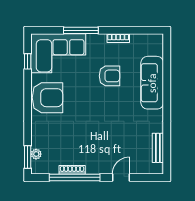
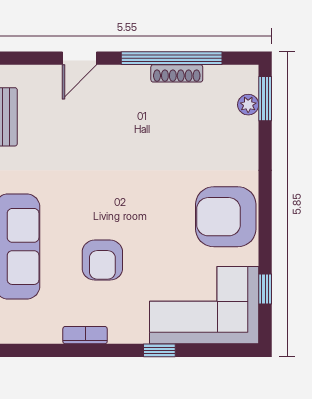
window: (81, 30) -> (159, 350), width x0.46
armchair: (109, 76) -> (102, 260), turned -90

